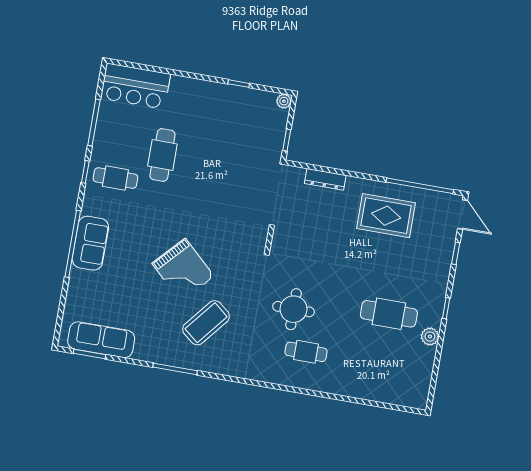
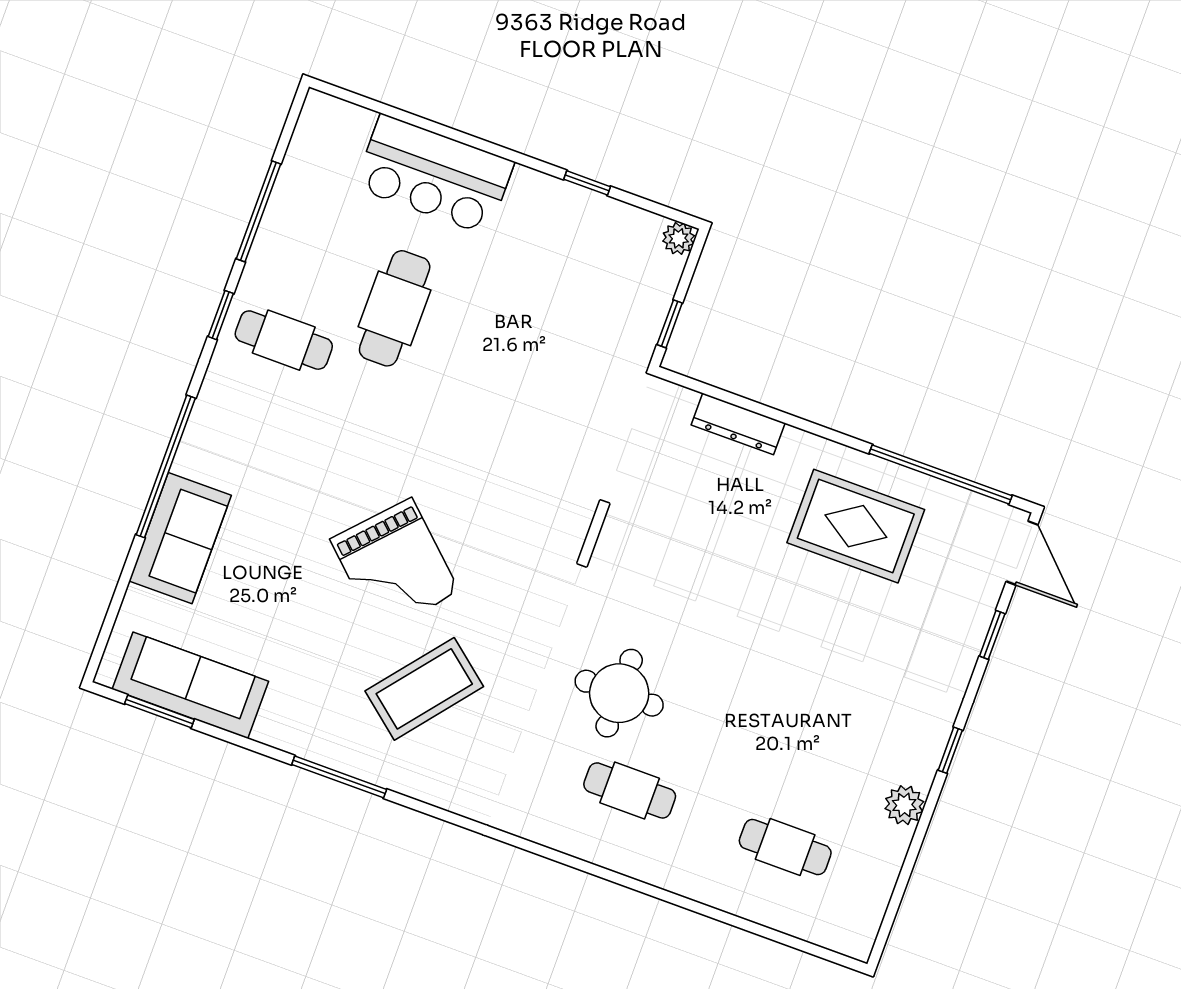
bar counter: (135, 86) -> (434, 175), moved
sofa: (90, 243) -> (180, 538), moved
cafe table: (389, 314) -> (785, 847), moved, width x0.73, depth x0.74

